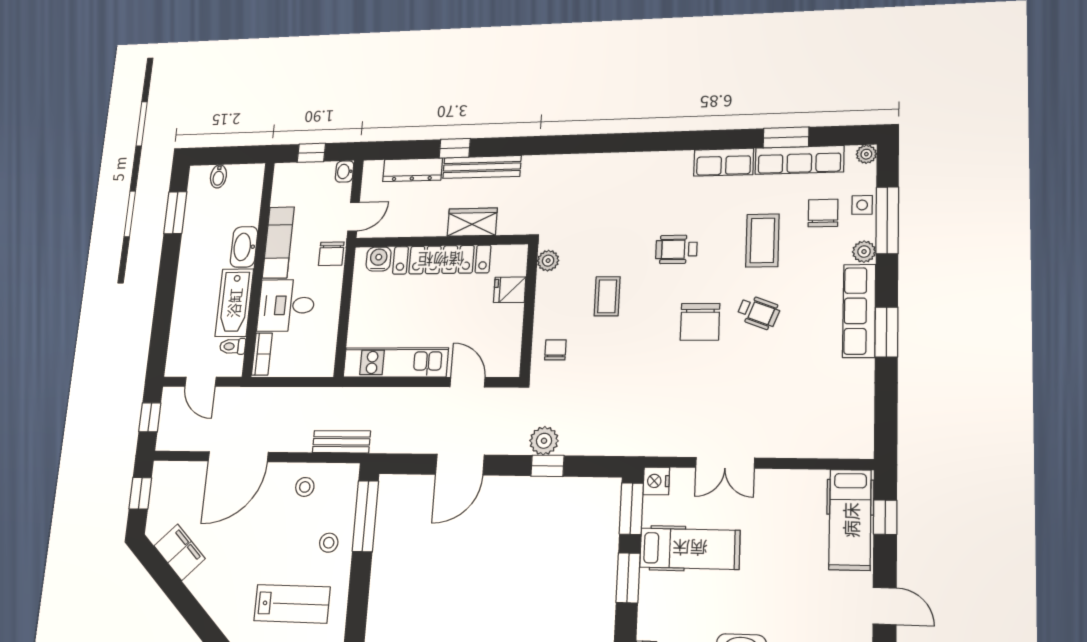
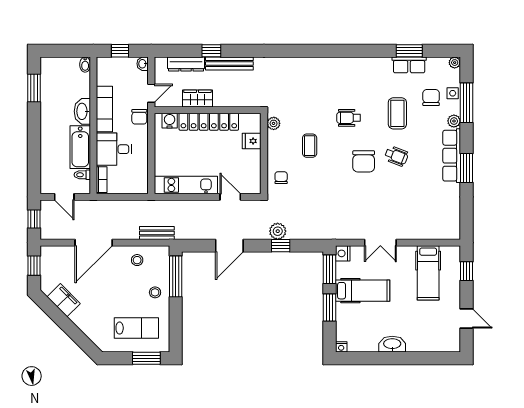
row of seats: (799, 160) -> (409, 65), width x0.68
row of seats: (724, 162) -> (374, 65), removed
bidet: (218, 176) -> (85, 65), moved
wardrobe: (472, 222) -> (197, 98), moved
hospital bed: (850, 520) -> (428, 273), moved

